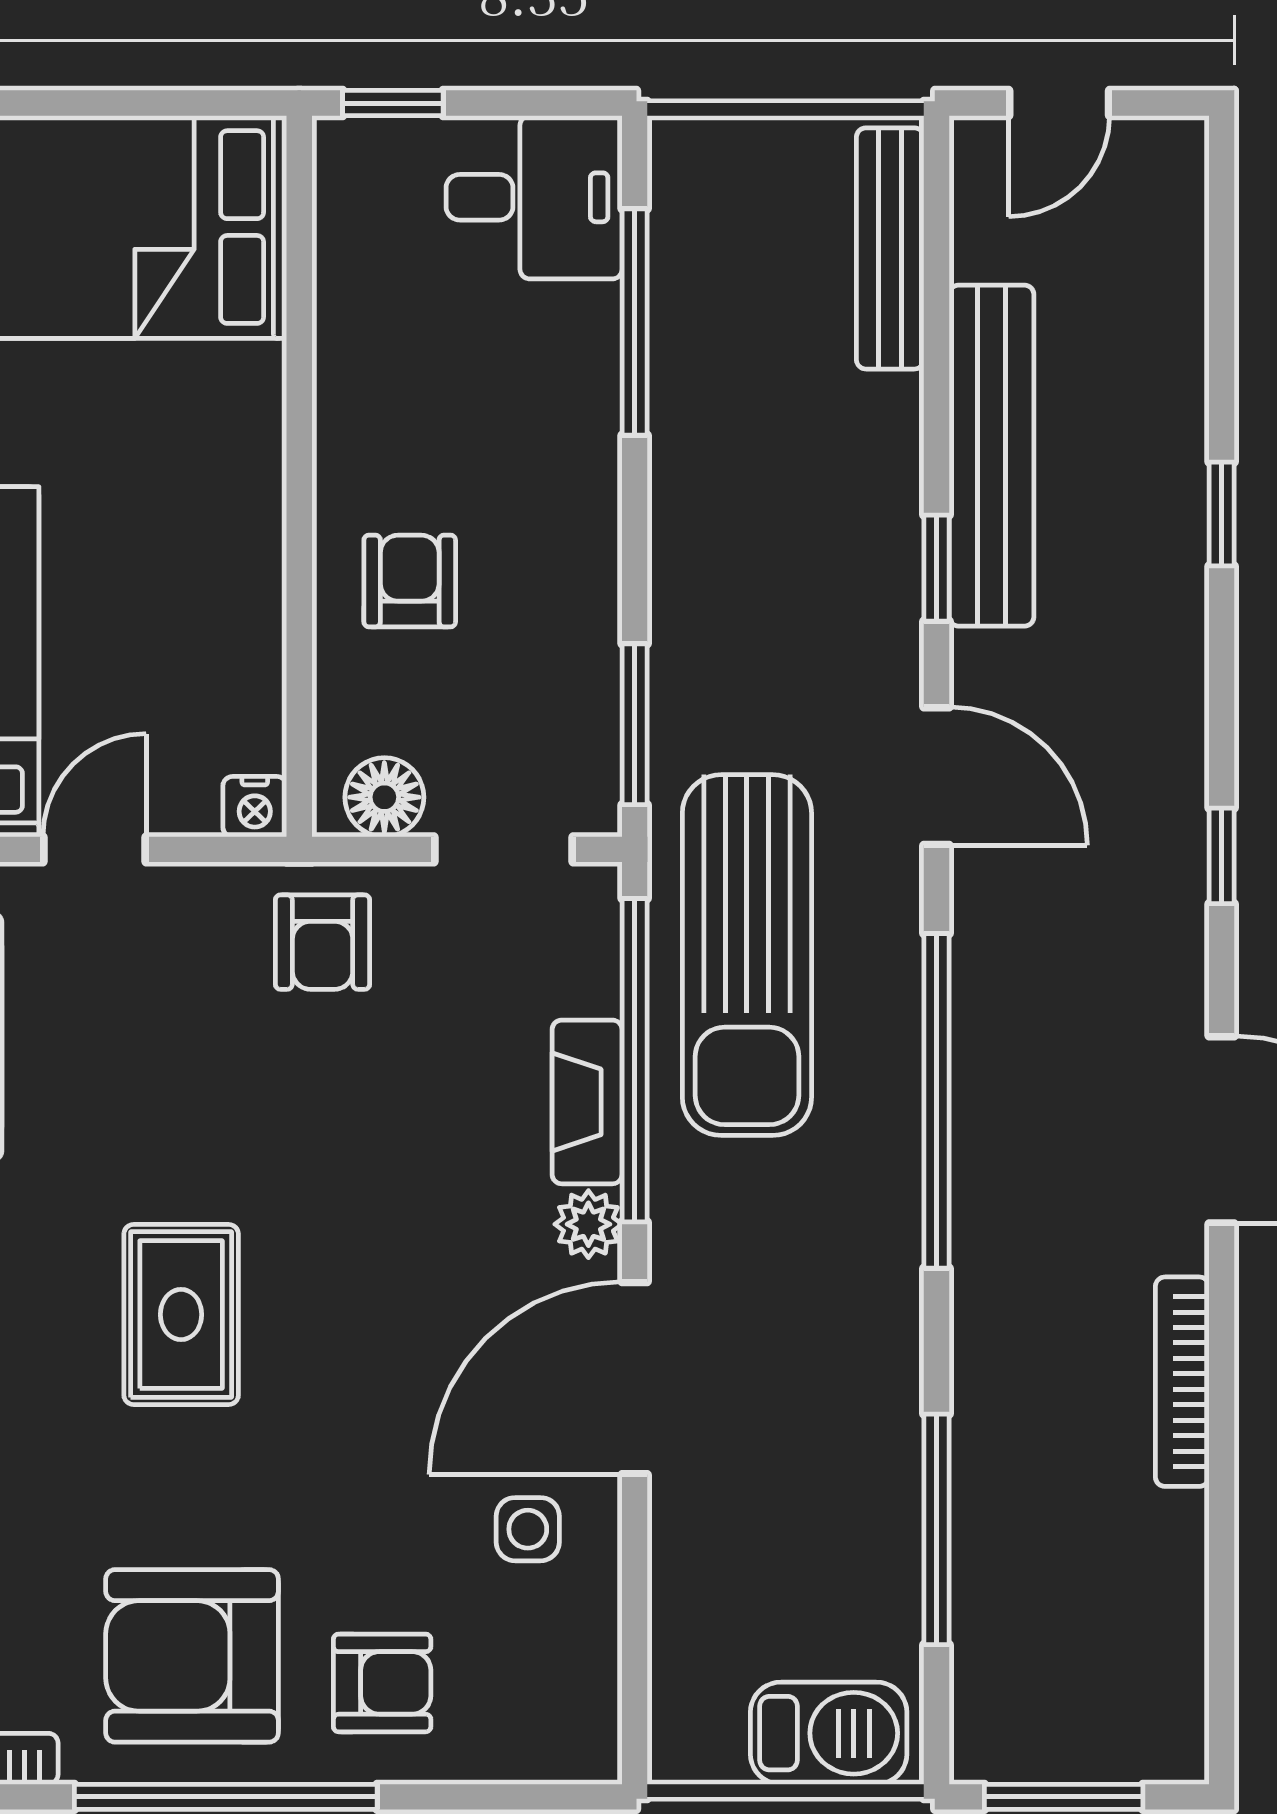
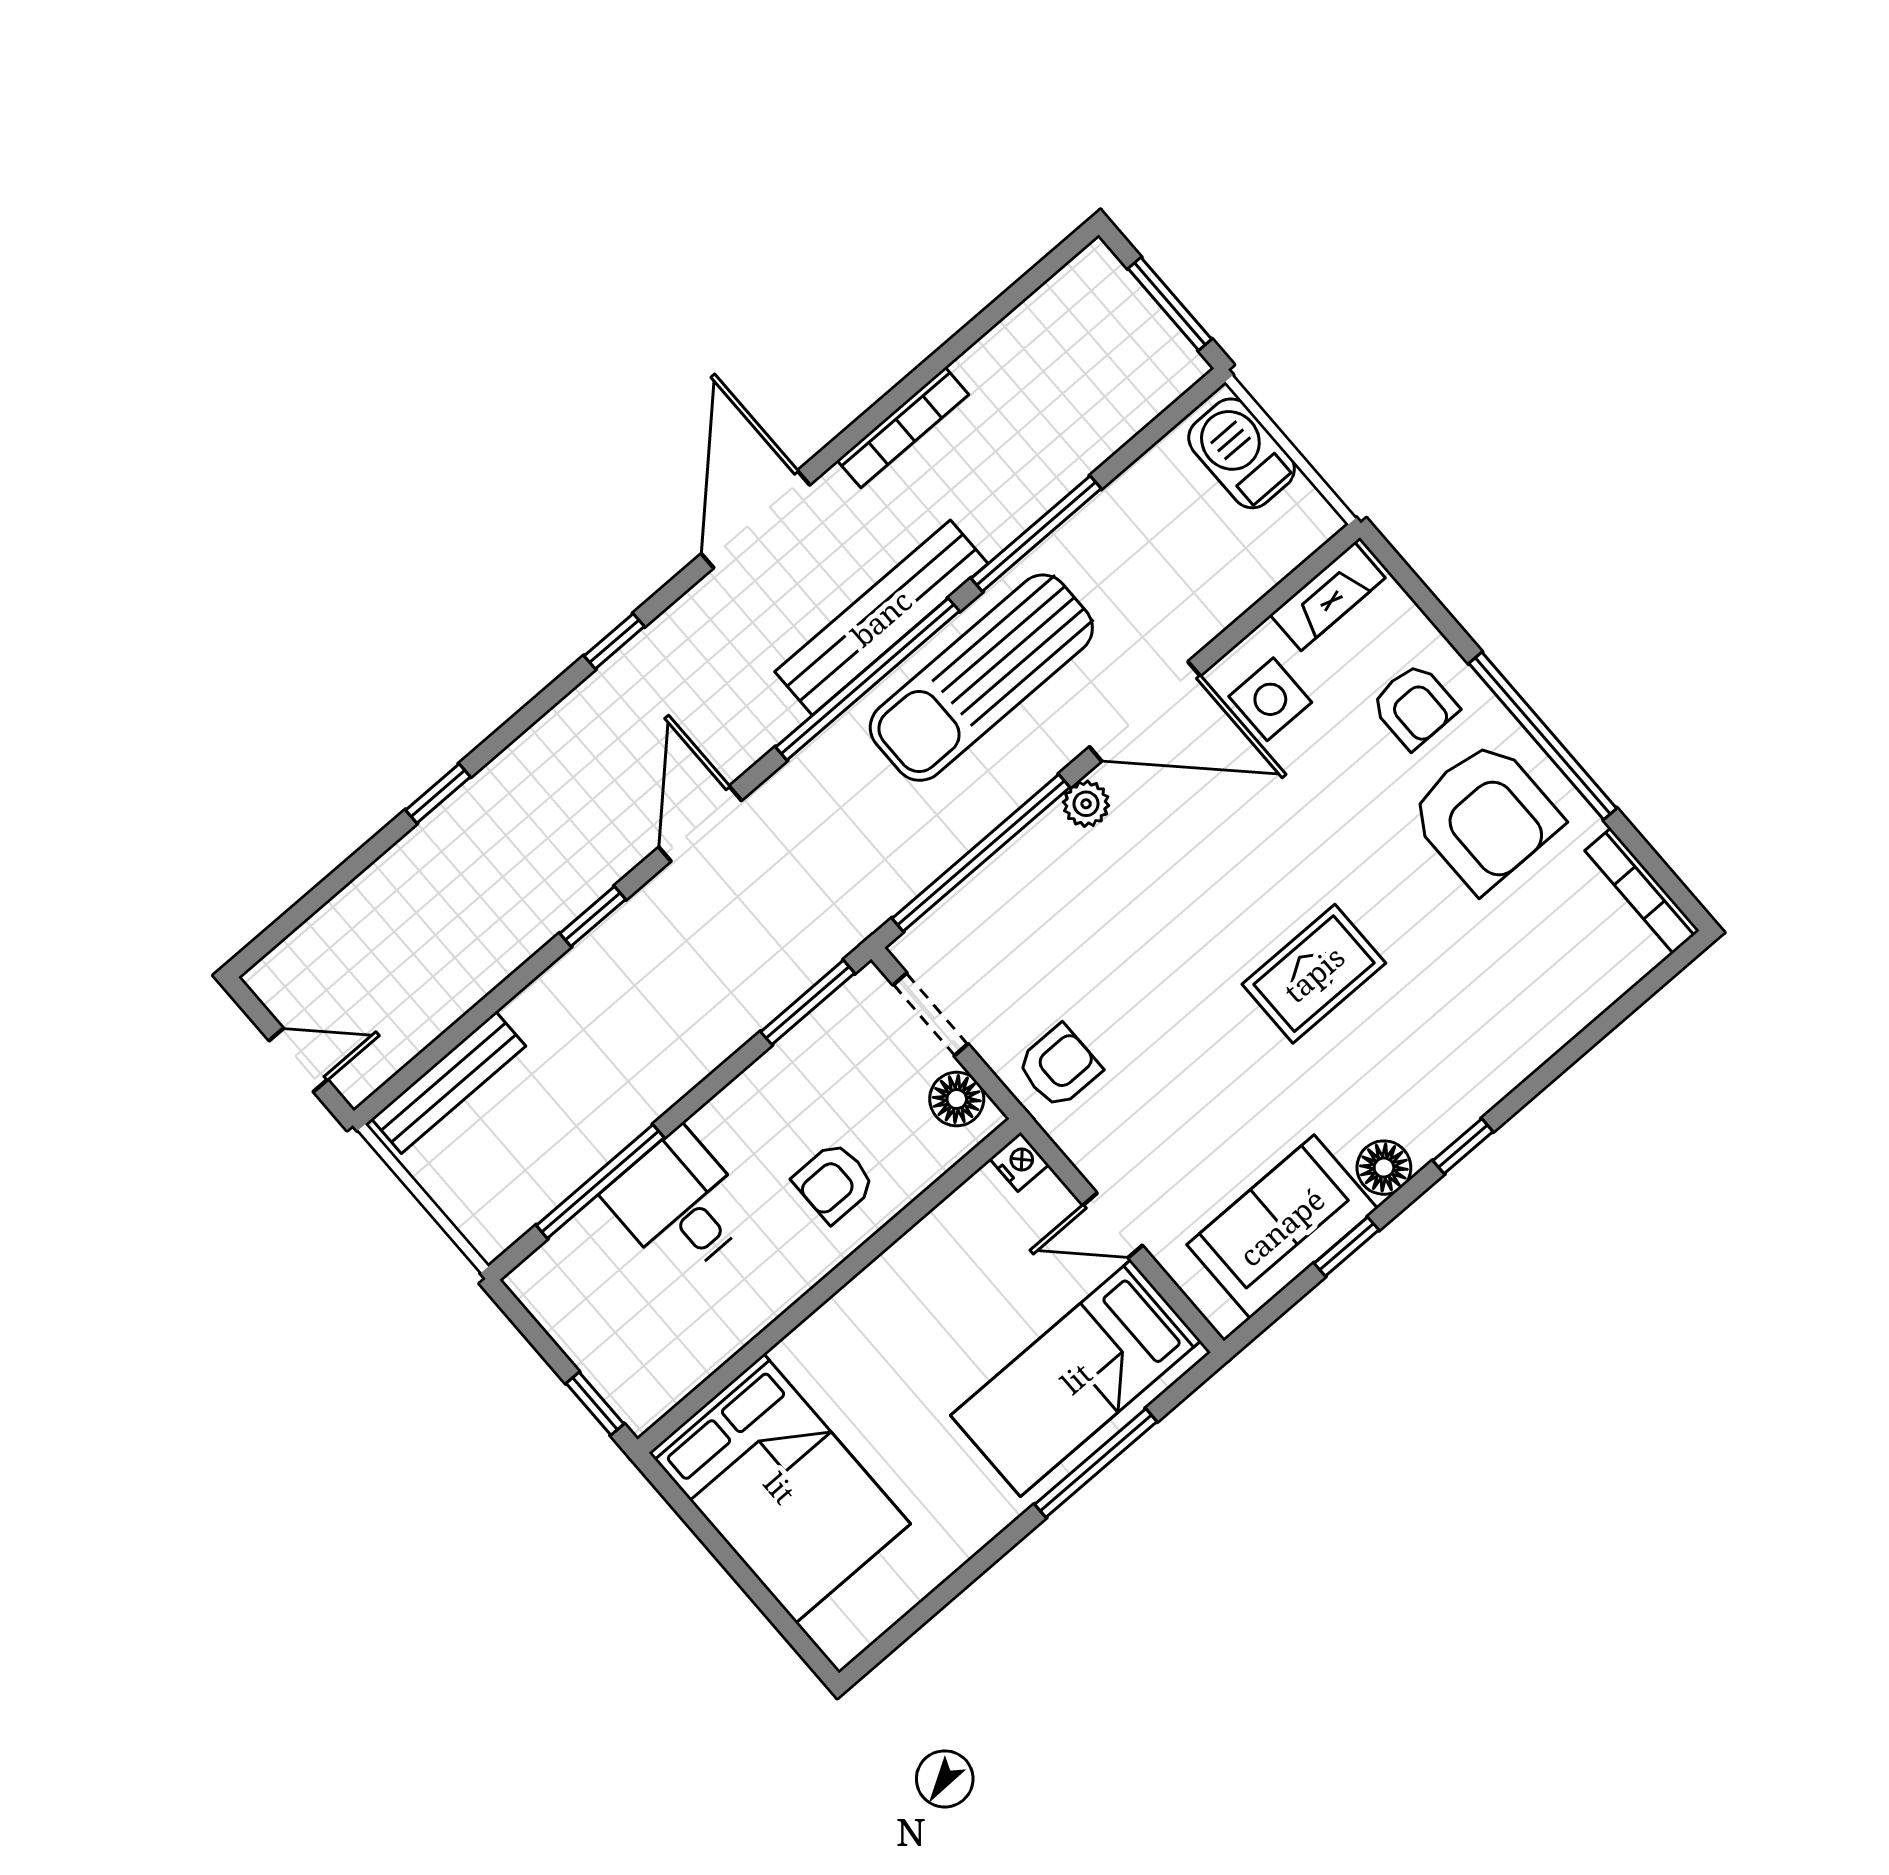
desk: (534, 197) -> (679, 1204), moved
bench: (992, 456) -> (881, 618), moved
sun lounger: (747, 955) -> (981, 678), moved, turned 180
fireplace: (587, 1102) -> (1328, 596), moved
side table: (528, 1529) -> (1270, 699), width x1.37, depth x1.37
window: (937, 1529) -> (1036, 534), moved
armchair: (382, 1683) -> (1414, 706), turned 180

